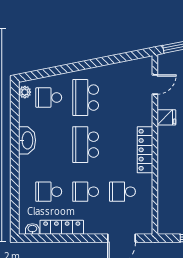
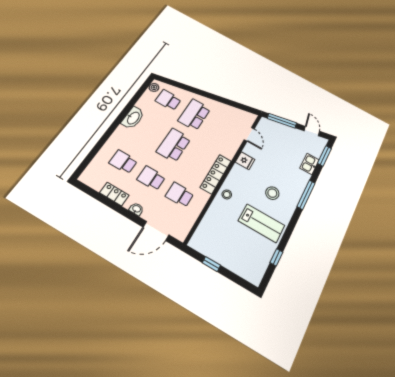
door: (155, 84) -> (249, 134), hinge flipped
stool: (167, 164) -> (227, 194), added
locker: (62, 227) -> (114, 194), width x0.66
washbasin: (32, 229) -> (136, 209), moved

